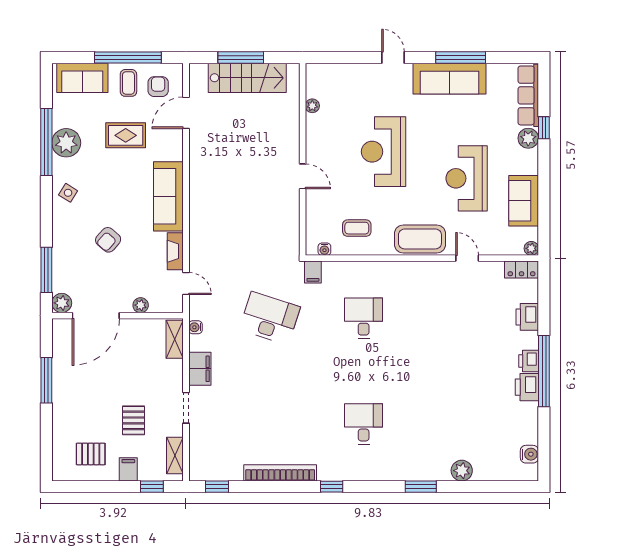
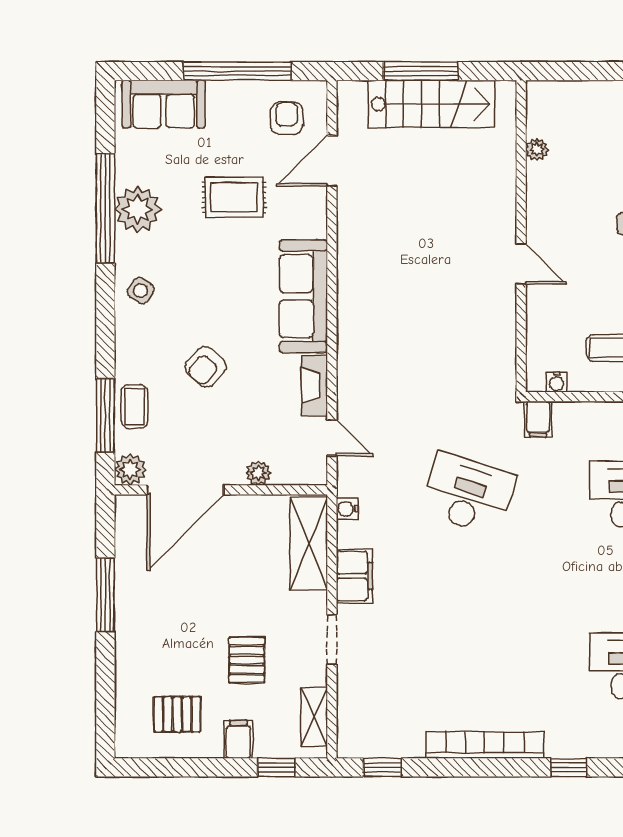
coffee table: (128, 83) -> (135, 406), moved
shelving: (175, 339) -> (309, 544), width x1.50, depth x1.33

